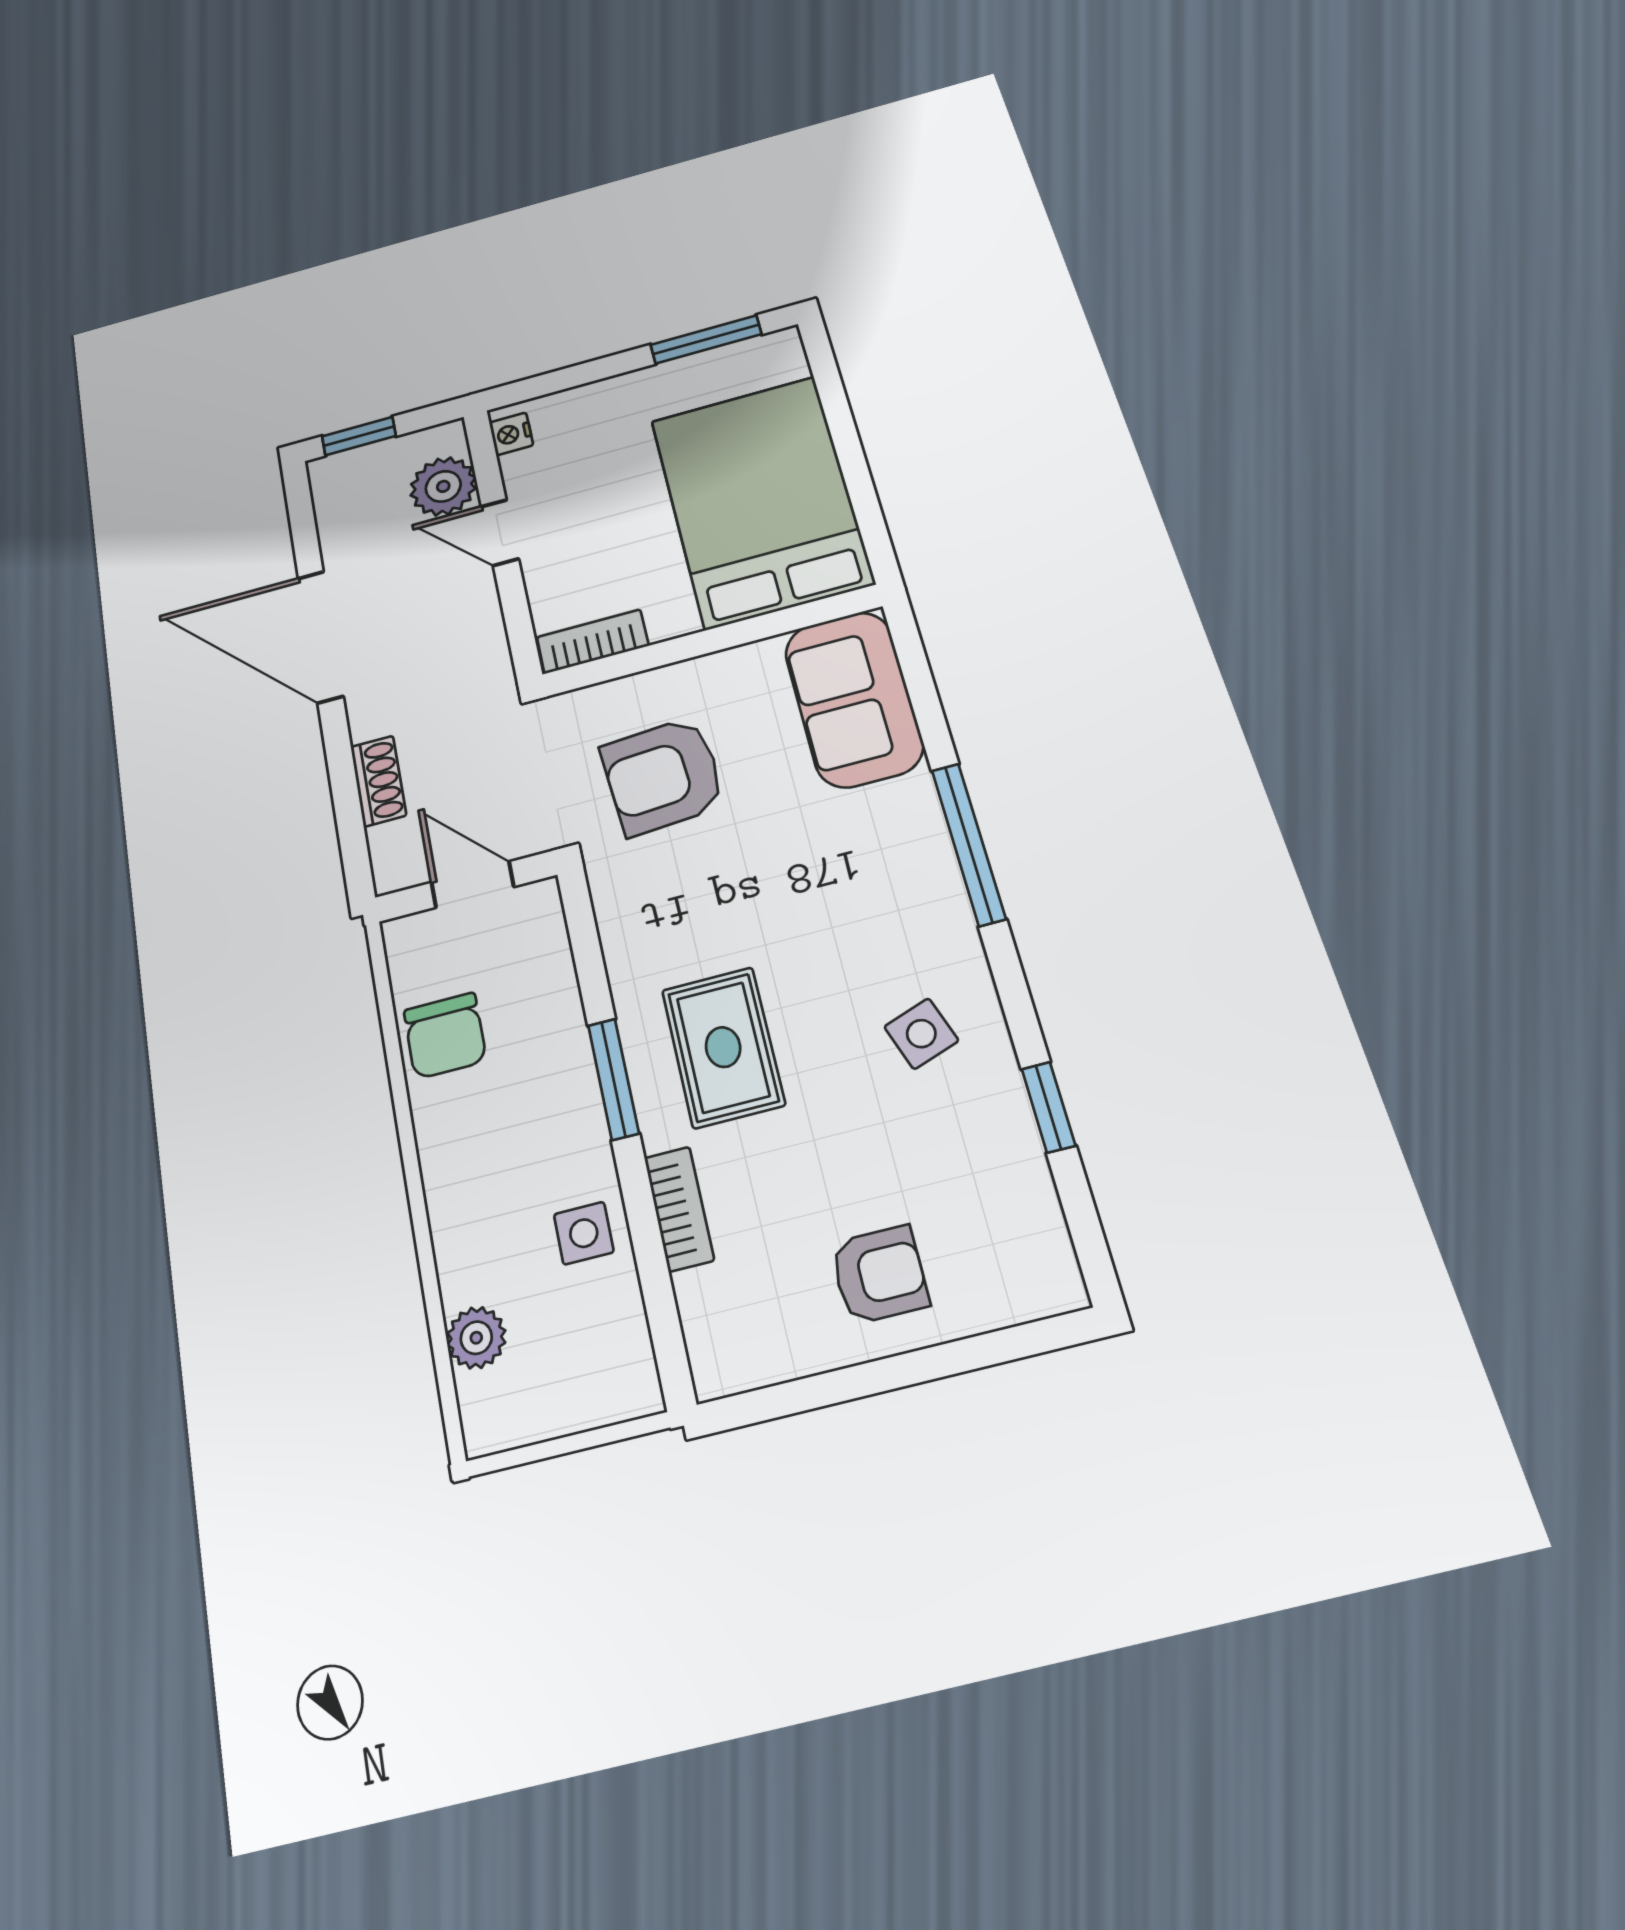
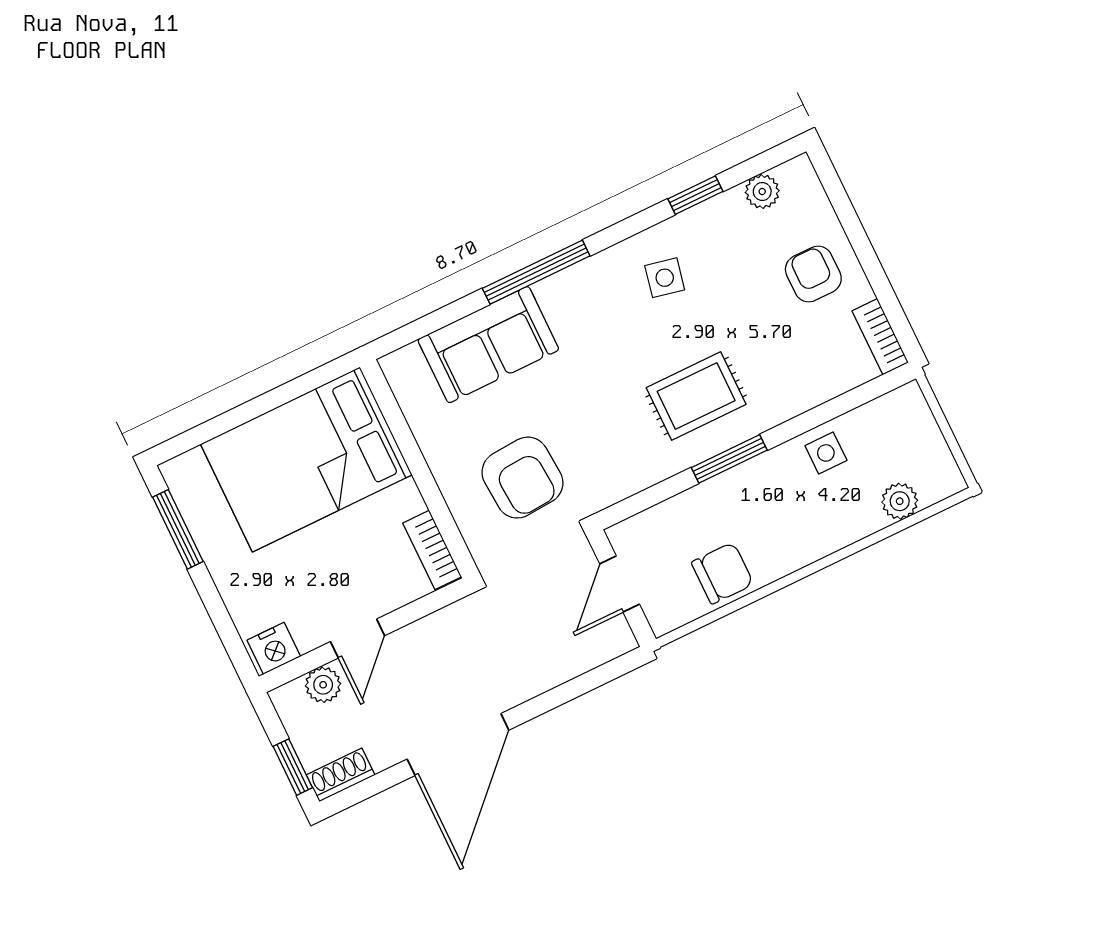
nightstand: (511, 434) -> (274, 648), width x1.39, depth x1.35
plant: (443, 486) -> (323, 685), width x0.73, depth x0.73
sofa: (854, 699) -> (488, 345), moved
shoe rack: (378, 781) -> (341, 775), moved
side table: (921, 1034) -> (665, 278), turned 31
bookcase: (679, 1209) -> (880, 337), moved, turned -90
plant: (1036, 1218) -> (762, 192), added

